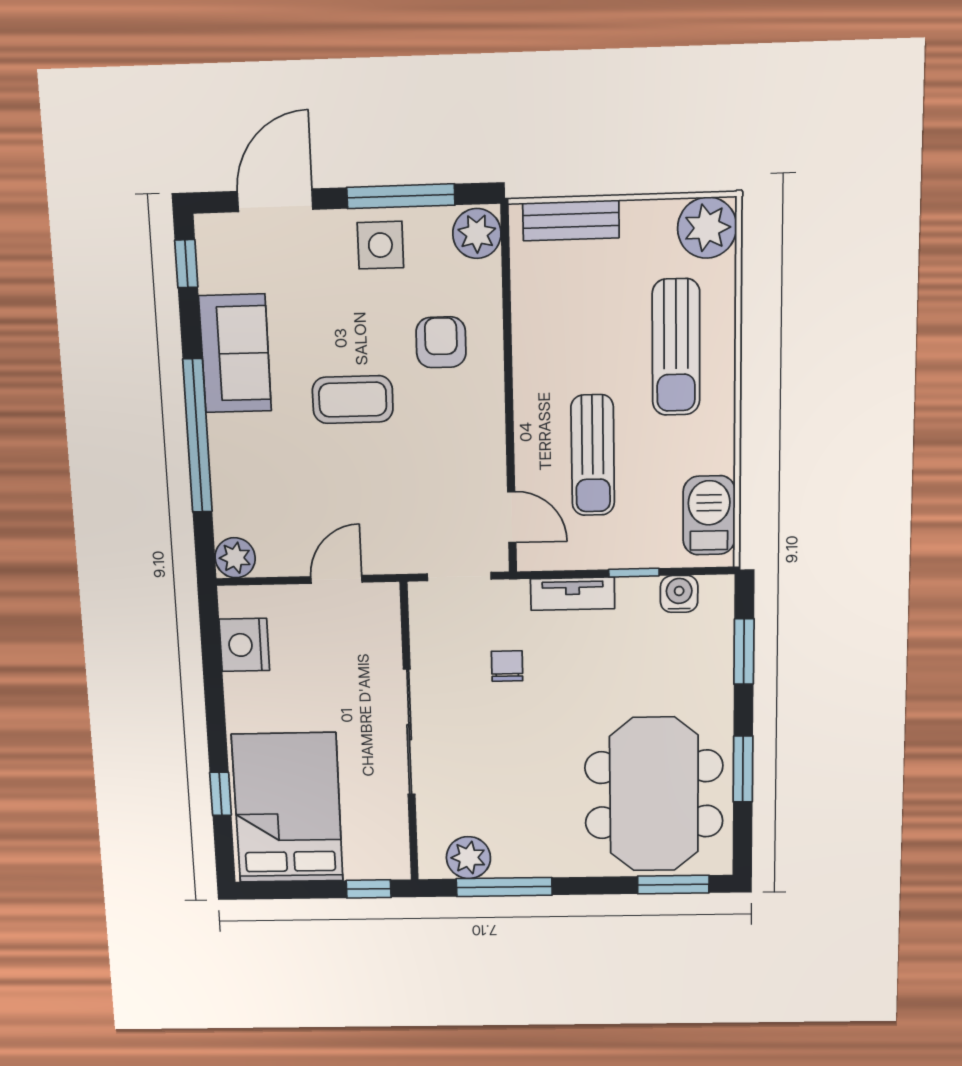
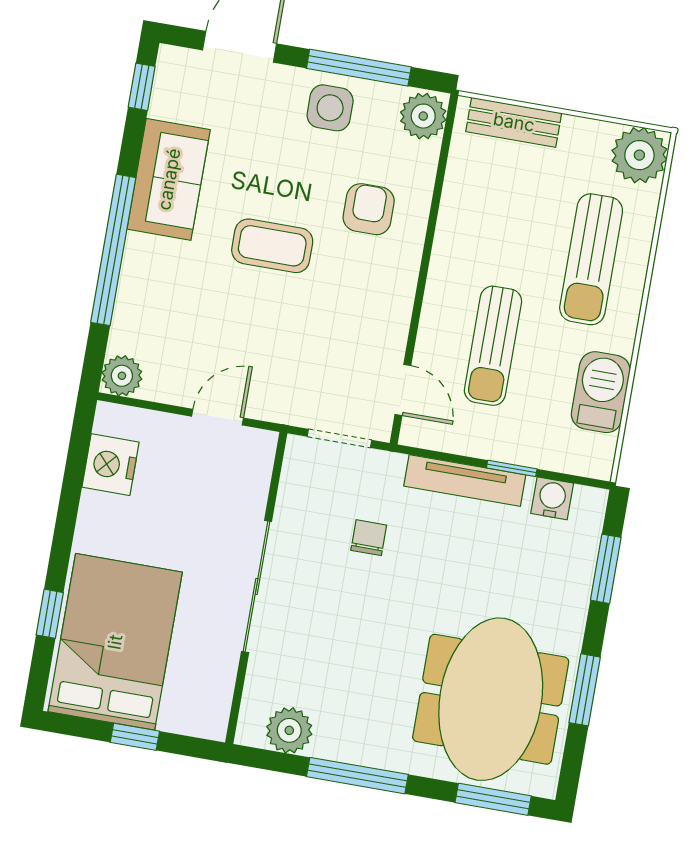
barbecue: (709, 515) -> (601, 392), moved
tv unit: (573, 594) -> (465, 480), width x1.41
window: (504, 887) -> (357, 776), moved
window: (369, 889) -> (135, 737), moved

